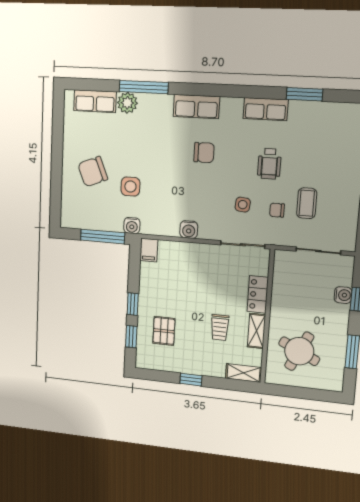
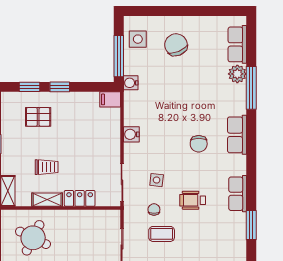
side table: (130, 187) -> (138, 39), moved
trolley: (220, 327) -> (47, 167), turned 180

